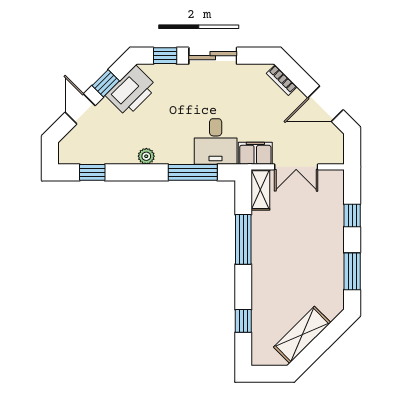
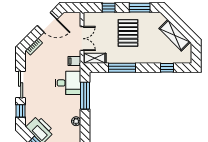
door: (325, 104) -> (47, 22), hinge flipped
filing cabinet: (255, 153) -> (74, 61), width x0.50
pallet: (306, 250) -> (128, 33), added

